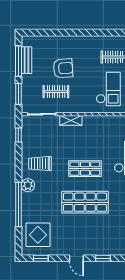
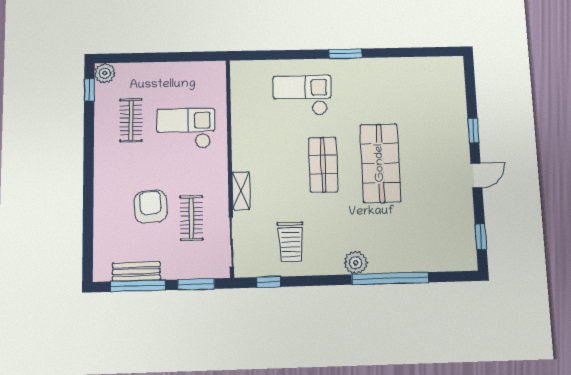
trolley: (40, 164) -> (291, 242), moved
display table: (38, 235) -> (441, 243), removed

